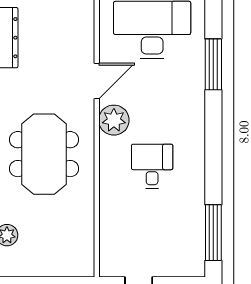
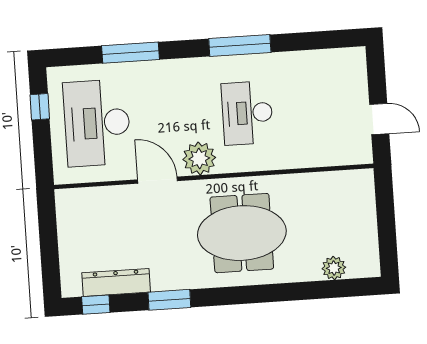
desk: (152, 166) -> (247, 113), width x1.37
window: (213, 233) -> (240, 45), moved

